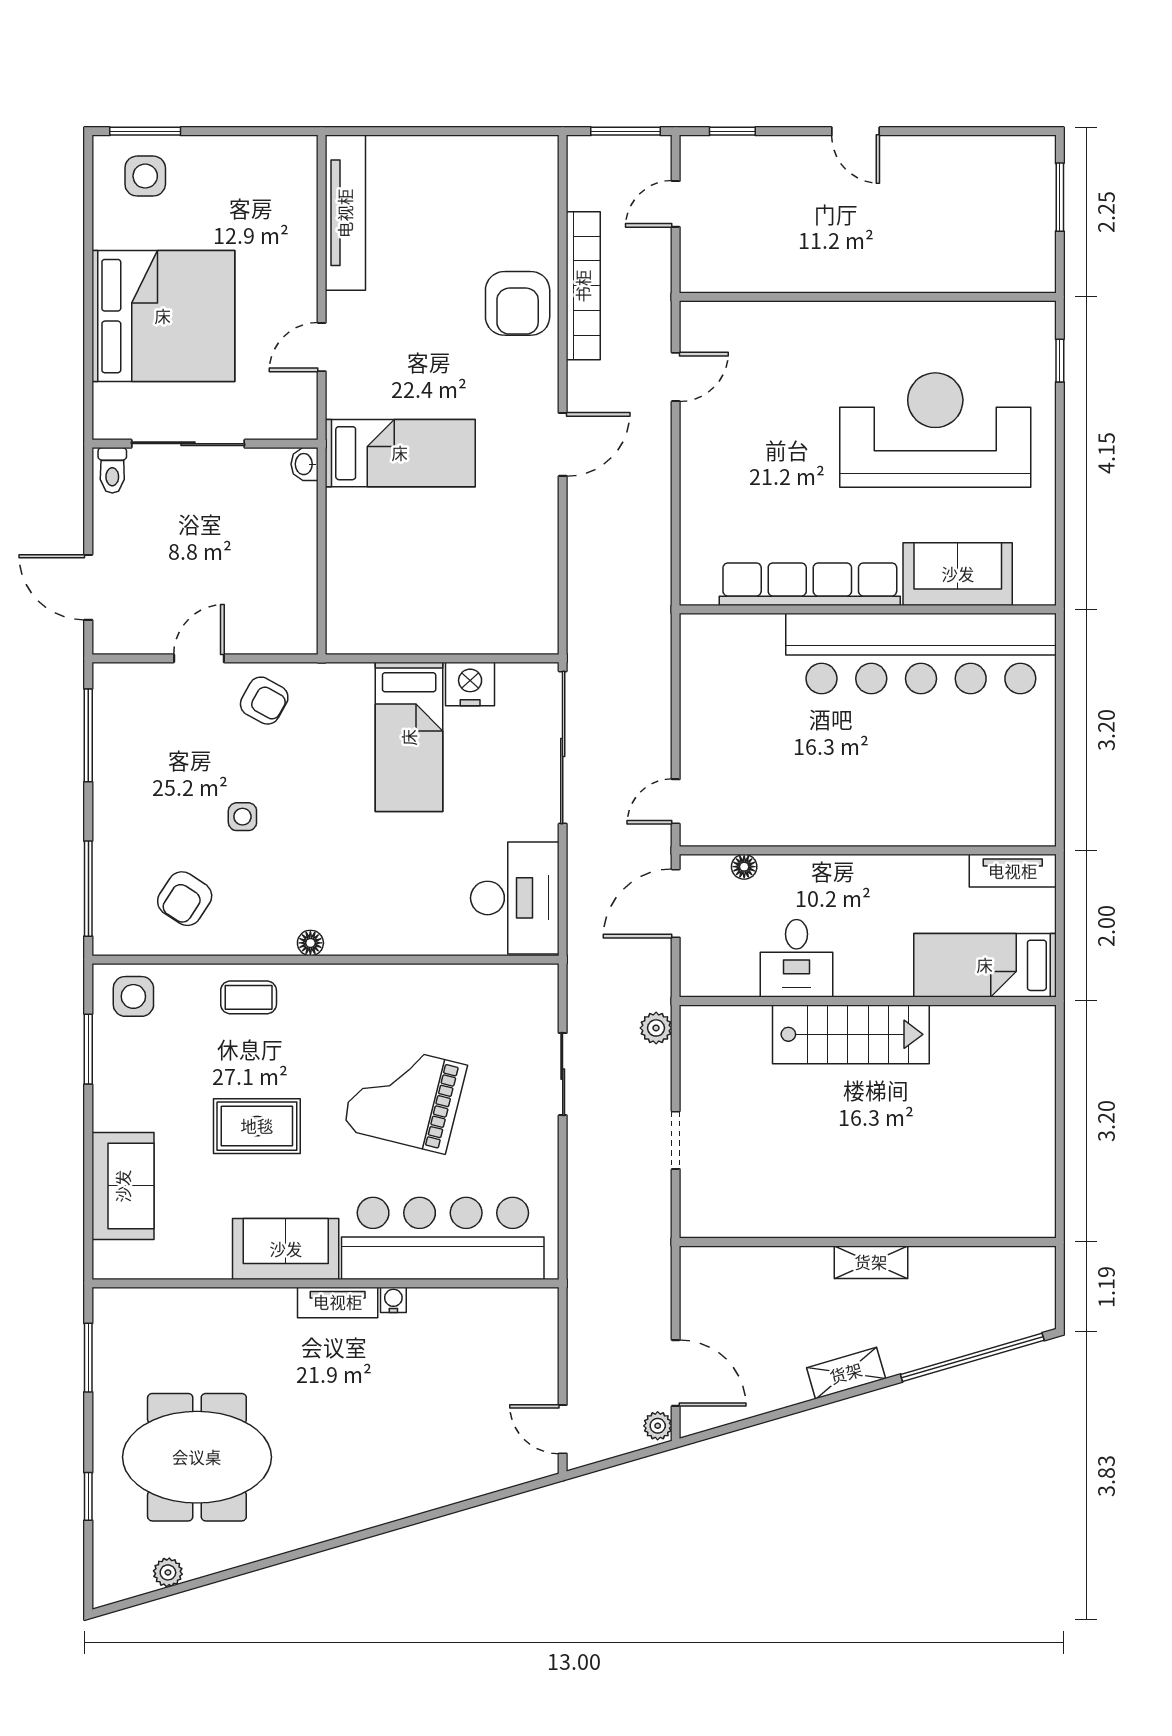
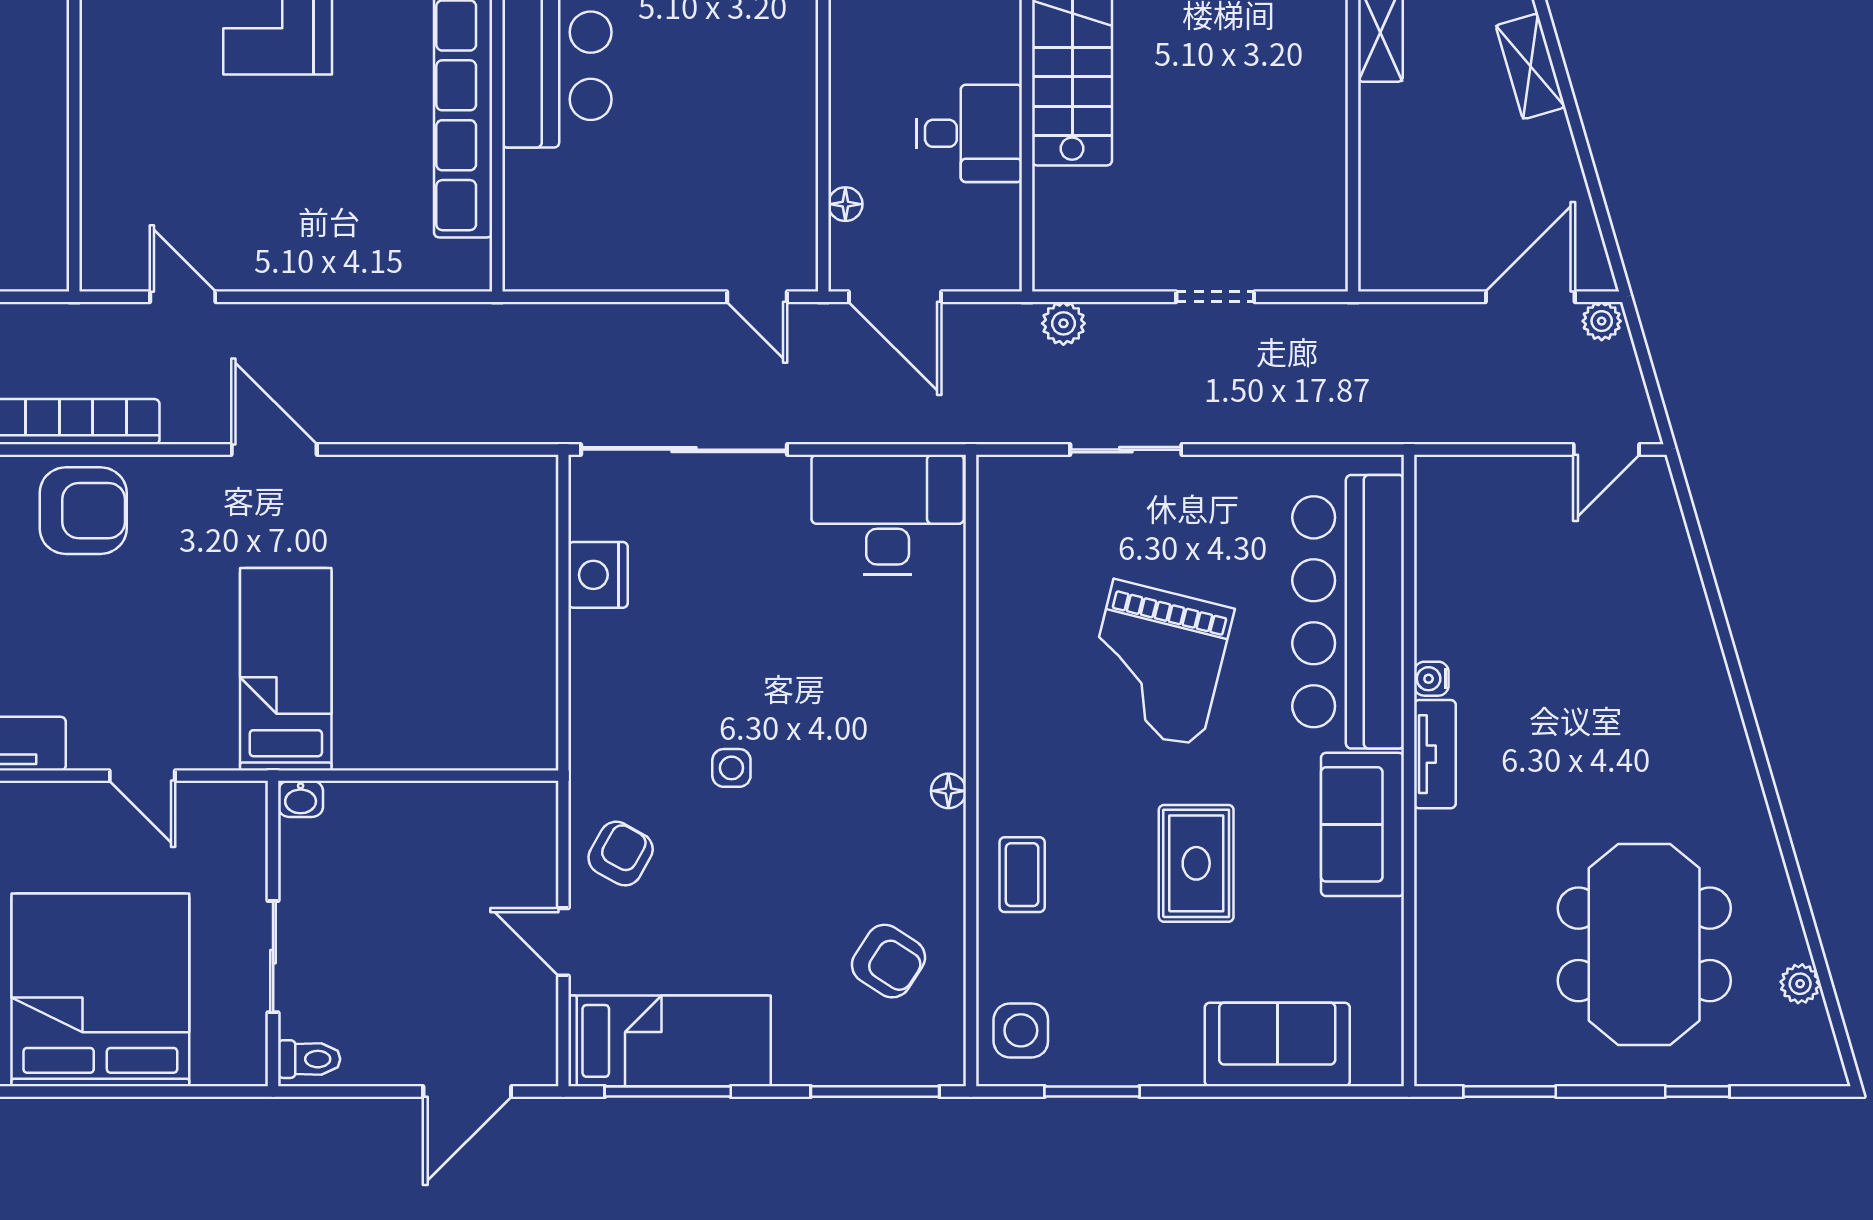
sliding door: (188, 444) -> (273, 957), width x0.73
bed: (409, 737) -> (670, 1041), moved
side table: (242, 817) -> (731, 768), moved

